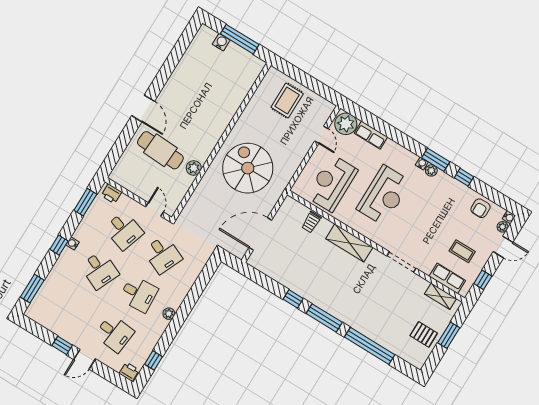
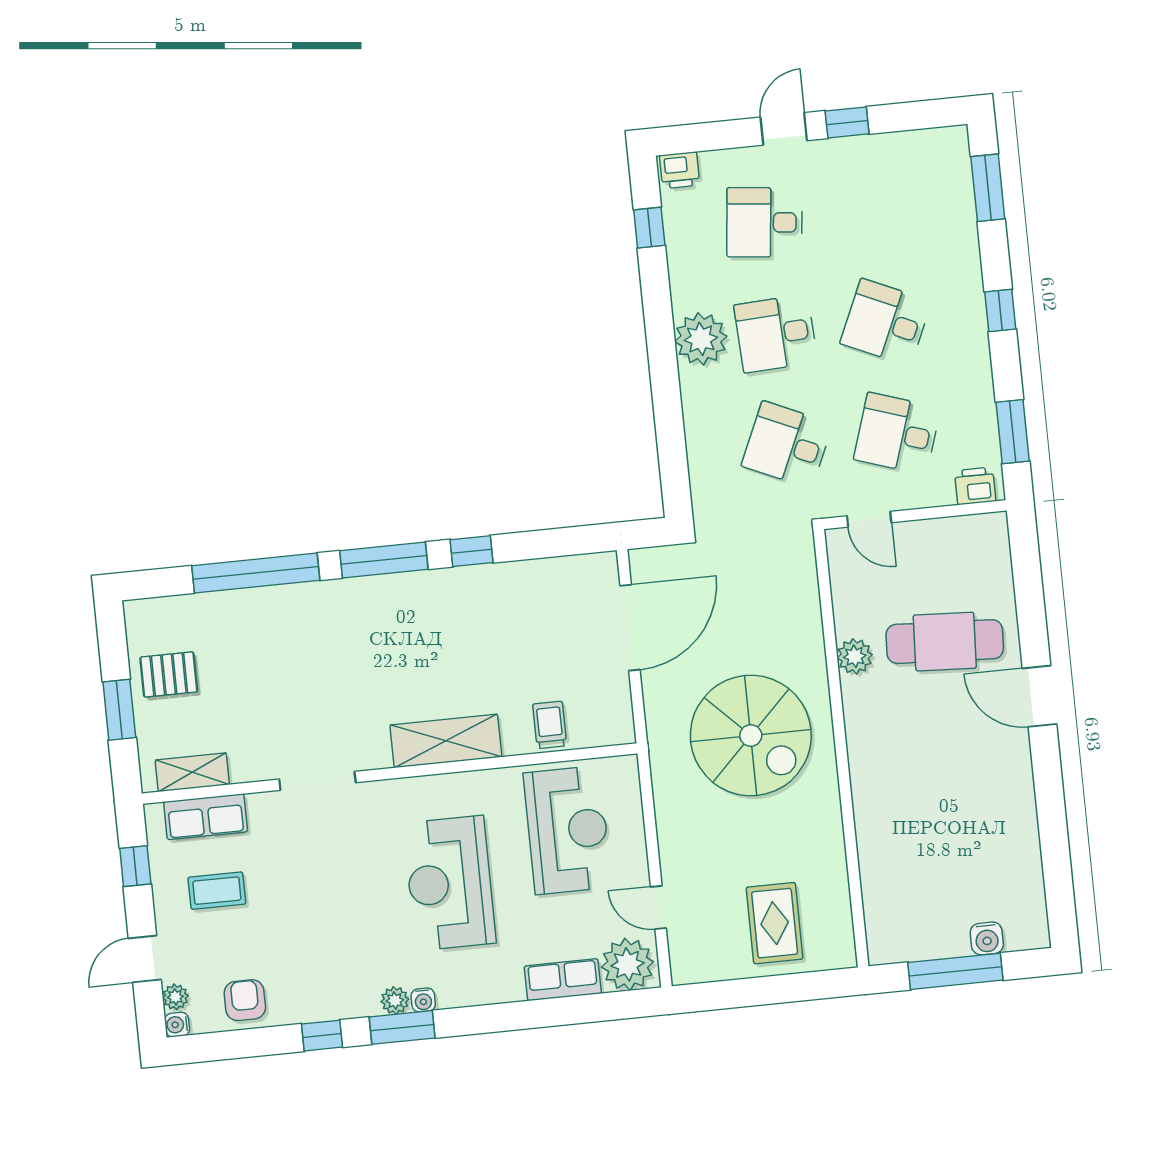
water cooler: (72, 243) -> (977, 334), removed
plant: (169, 314) -> (701, 339), width x1.88, depth x1.88

